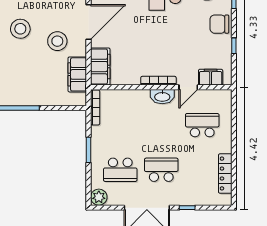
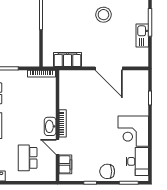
chair: (219, 24) -> (107, 171), turned -90
stool: (57, 41) -> (94, 44), removed
filing cabinet: (100, 67) -> (74, 78), removed
school desk: (202, 125) -> (28, 158), turned 180

